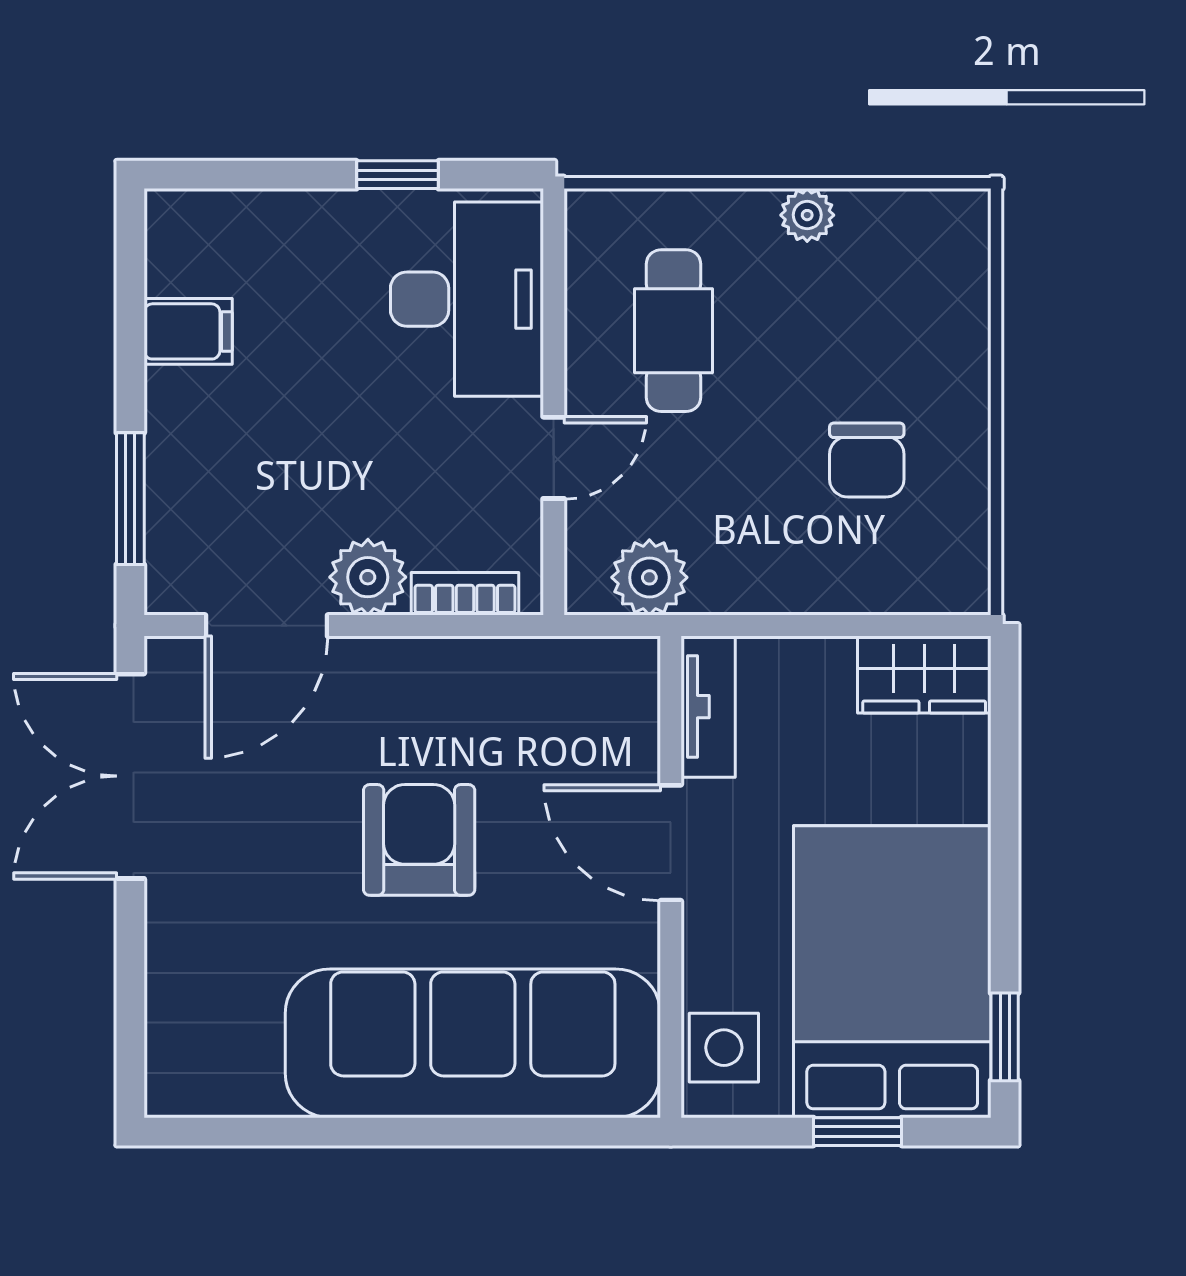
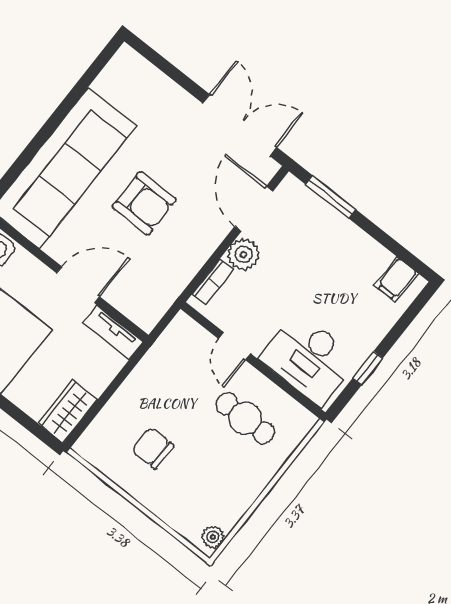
plant: (807, 215) -> (213, 537), moved
filing cabinet: (188, 331) -> (396, 279), moved
plant: (649, 577) -> (171, 347), removed

